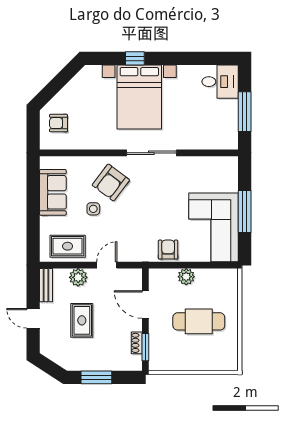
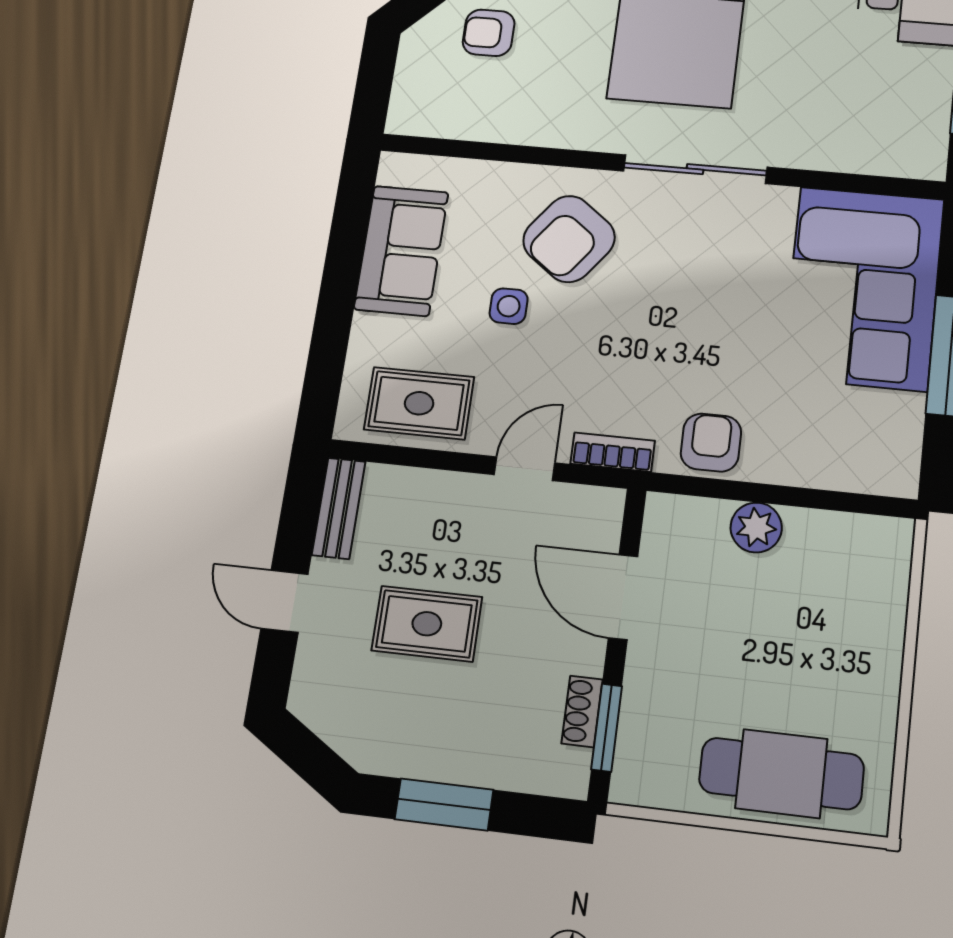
armchair: (59, 123) -> (489, 33), moved
corner sofa: (213, 227) -> (863, 288), moved
bookcase: (136, 256) -> (613, 452), added
plant: (78, 277) -> (436, 496), removed
rug: (82, 320) -> (427, 624), turned 90
cafe table: (199, 321) -> (781, 773), moved

